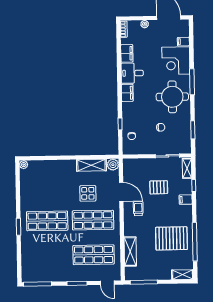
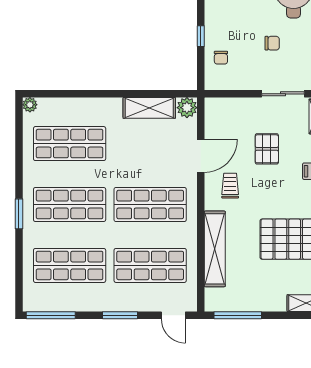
shop shelf: (47, 186) -> (70, 144), added
pallet: (159, 187) -> (267, 149), turned 90
door: (121, 192) -> (201, 156), hinge flipped
display table: (88, 193) -> (142, 157), removed
shelving: (130, 252) -> (215, 249), width x1.47
shop shelf: (48, 256) -> (70, 265), added

